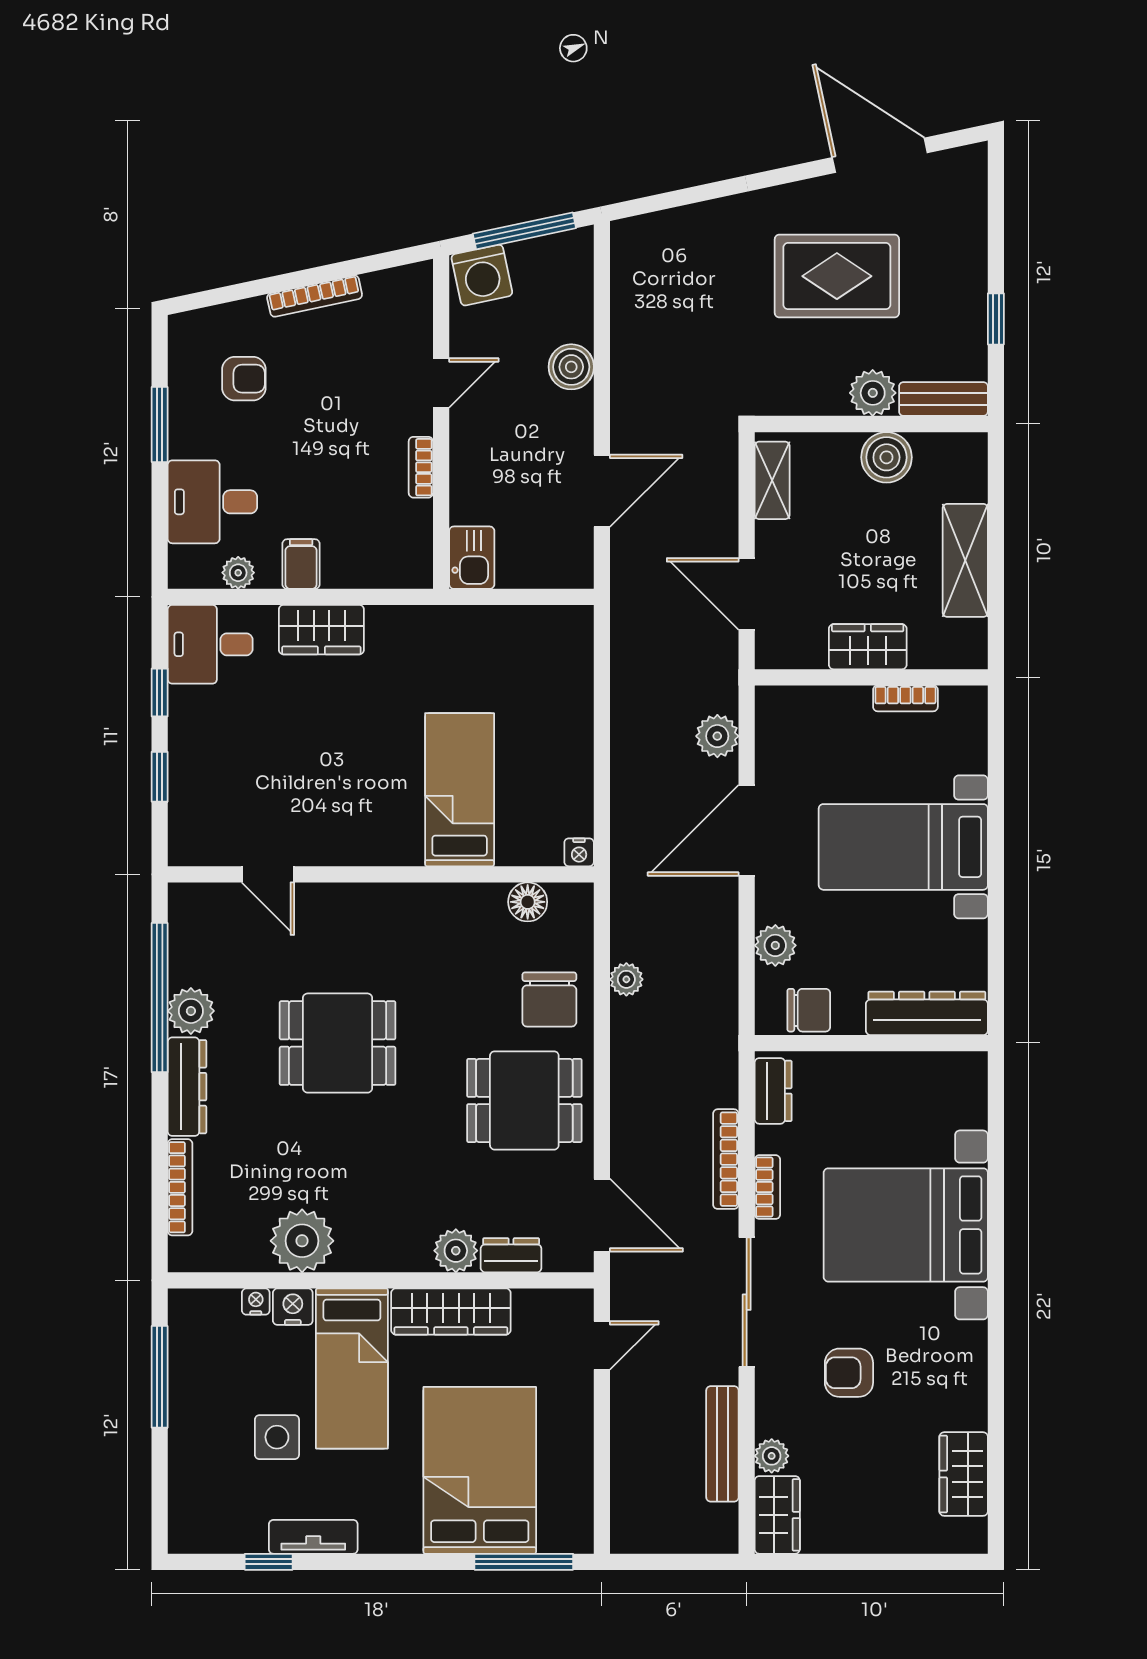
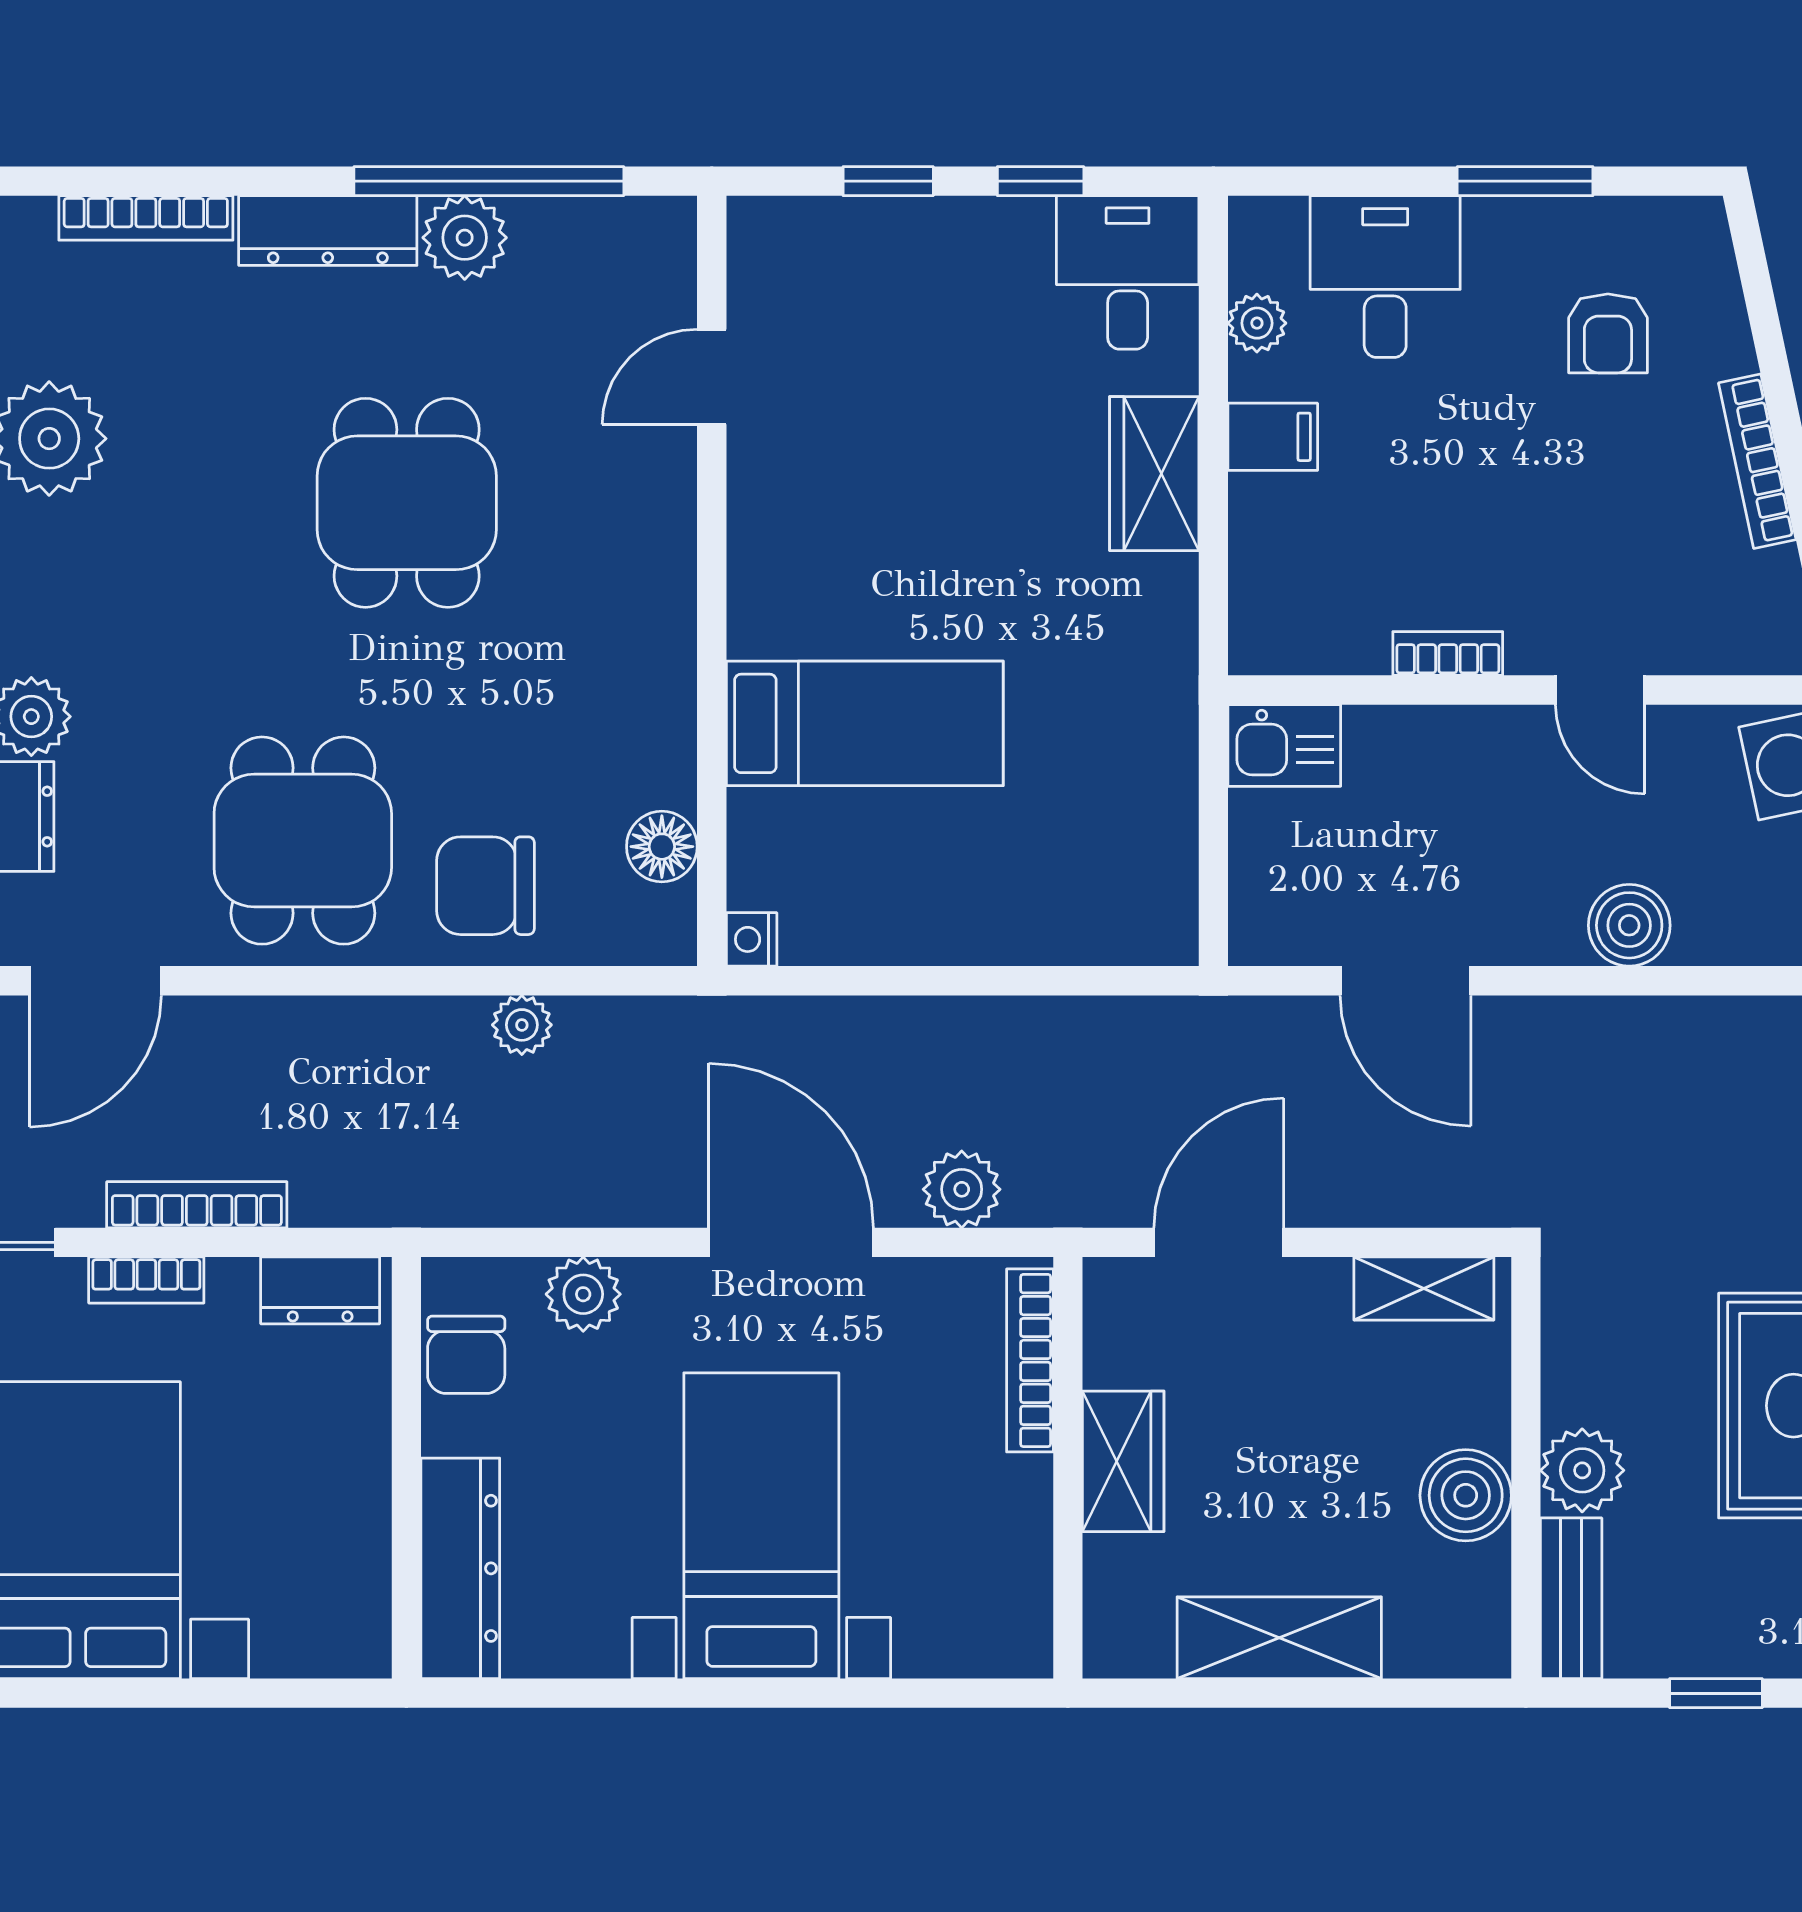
bookcase: (905, 698) -> (1030, 1360), moved, width x1.56

